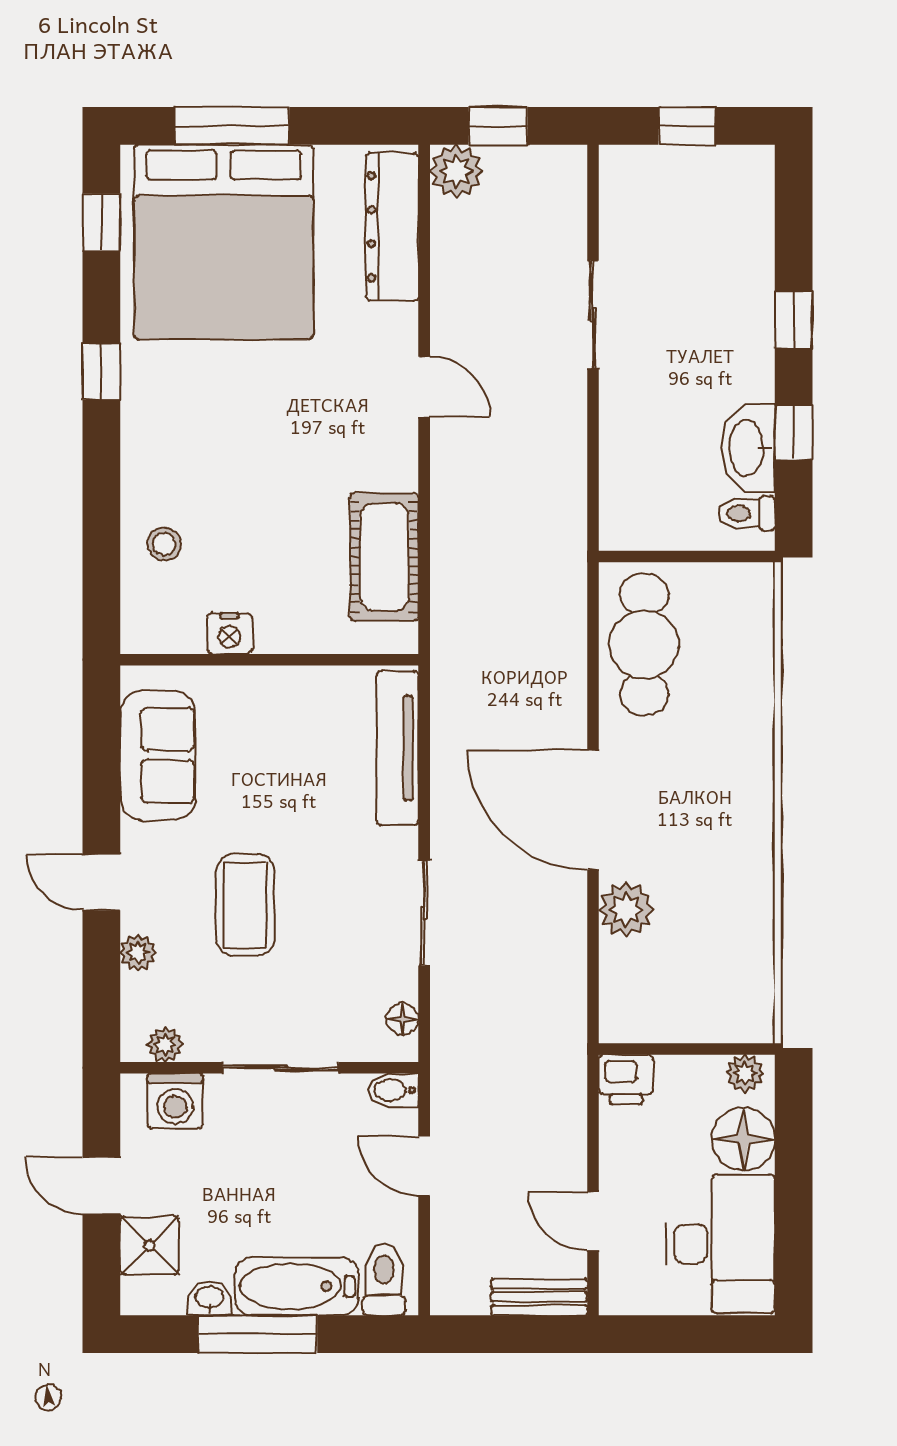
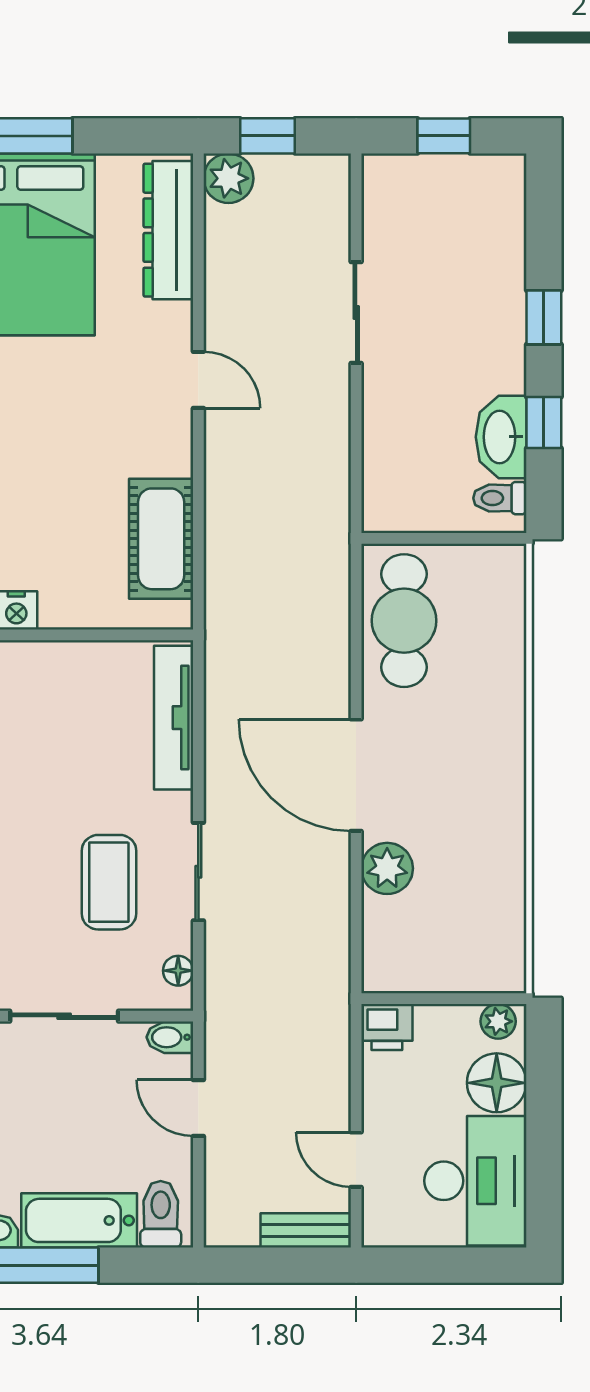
coffee table: (245, 905) -> (109, 882), moved

